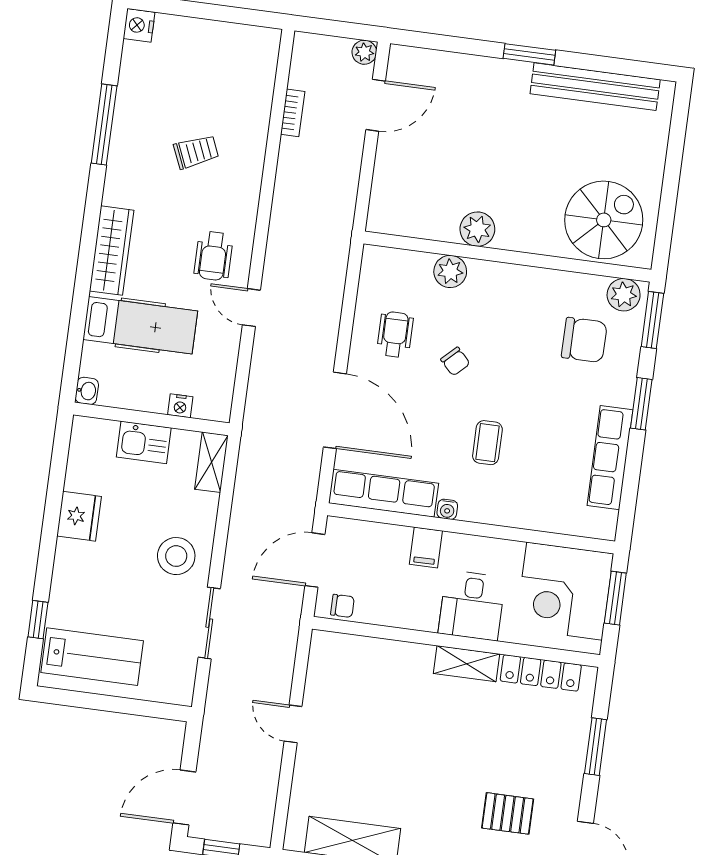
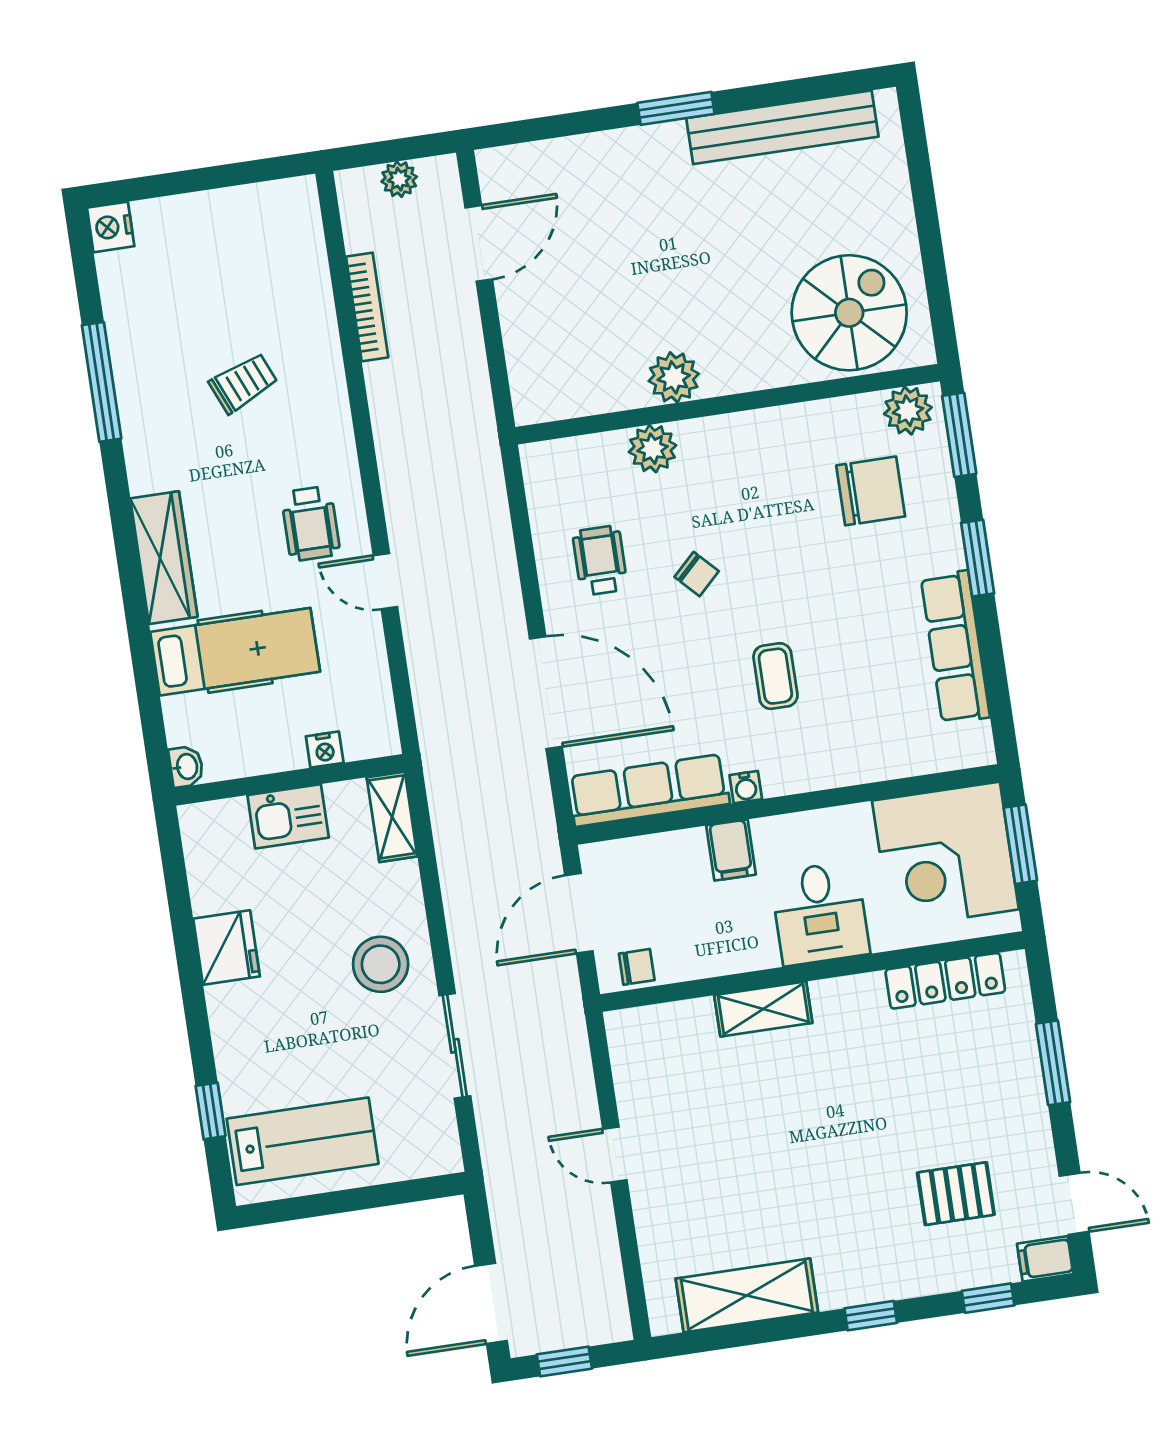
plant: (364, 52) -> (399, 179), moved
bookcase: (293, 113) -> (367, 307), width x1.56
shelving: (467, 664) -> (763, 1009), moved

